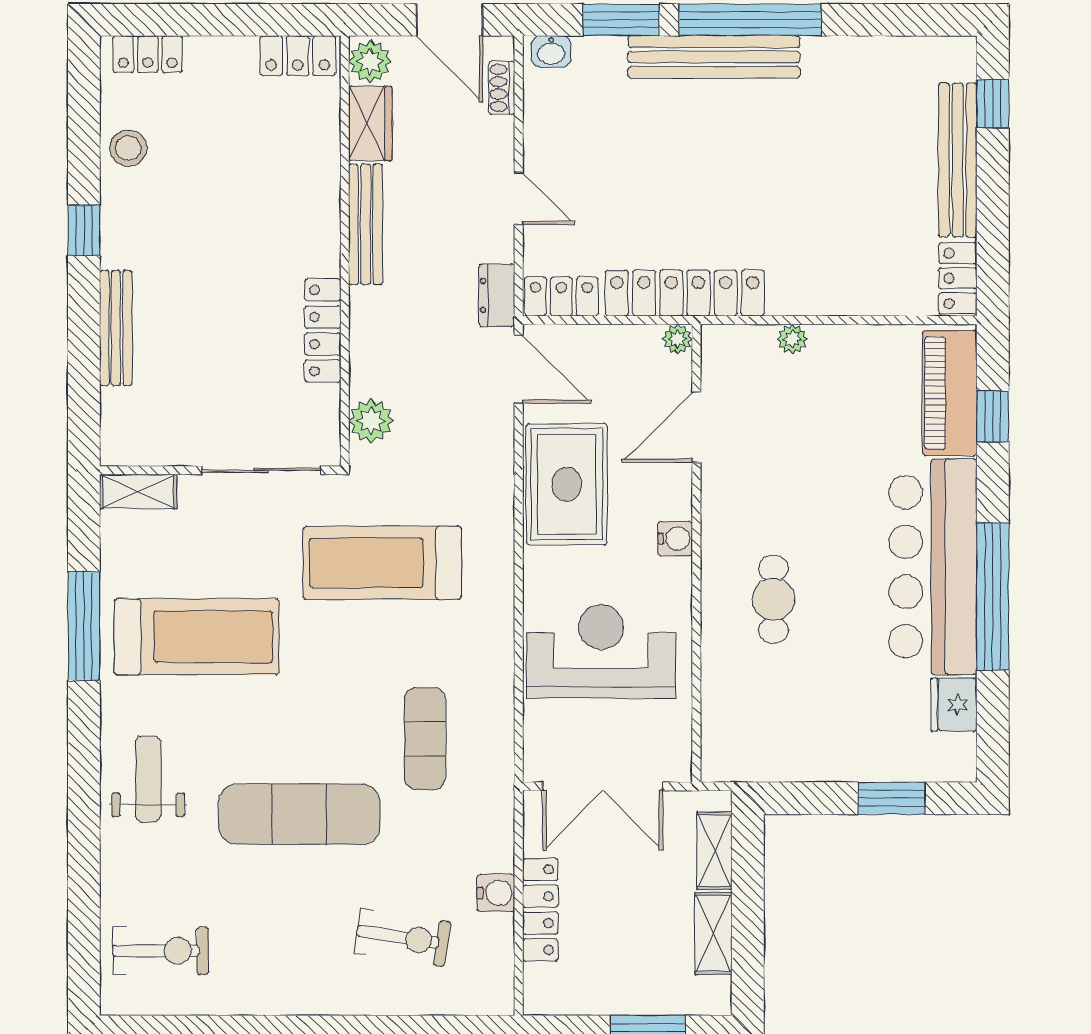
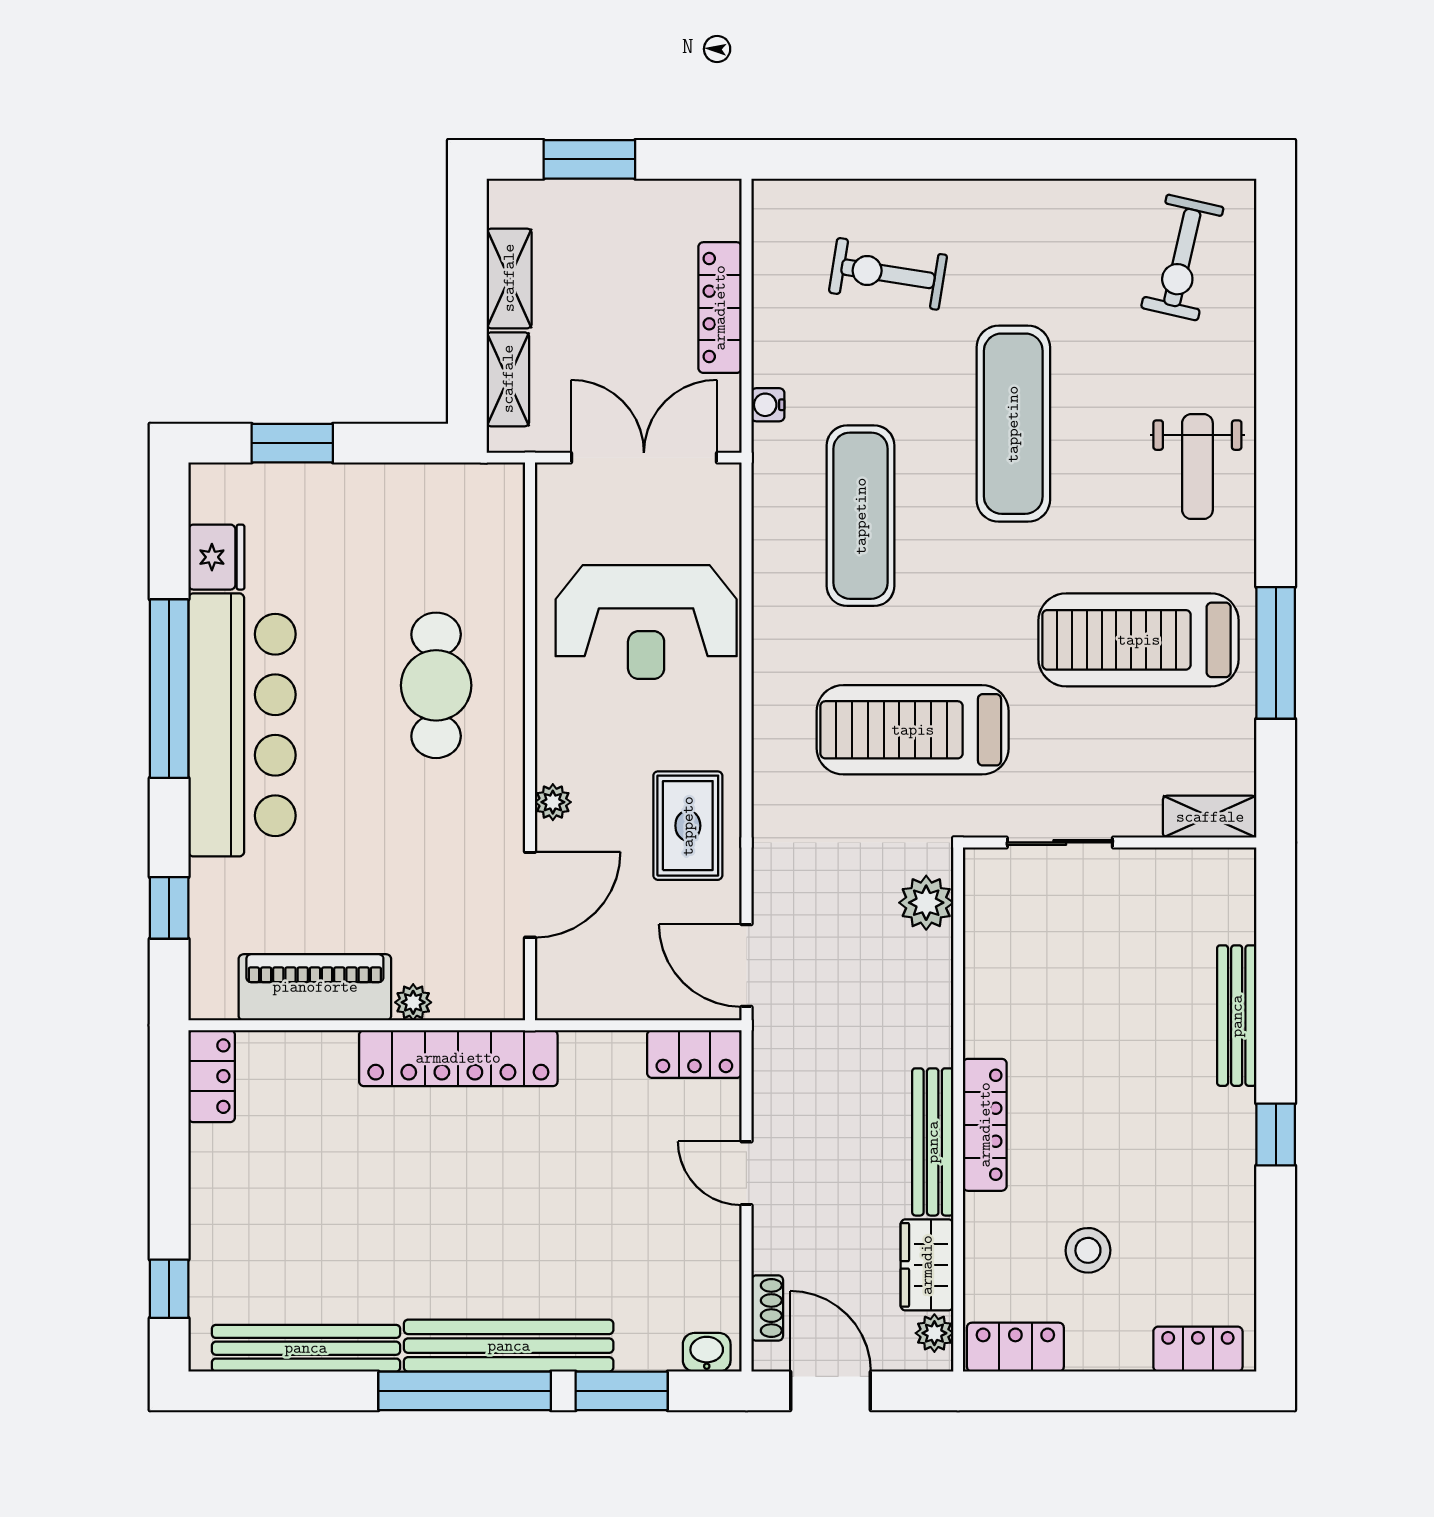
plant: (370, 61) -> (934, 1333), width x0.73, depth x0.73
stool: (128, 148) -> (1088, 1250), moved
bench: (958, 160) -> (306, 1348), moved, turned 90
locker: (685, 293) -> (458, 1058), moved
dresser: (497, 295) -> (773, 1055), removed
locker: (323, 331) -> (985, 1125), moved
plant: (678, 339) -> (553, 802), moved
piano: (950, 393) -> (315, 987), moved, turned -90
sliding door: (261, 470) -> (1060, 842), width x0.73
rug: (567, 484) -> (688, 826), width x0.73, depth x0.70
water cooler: (675, 539) -> (556, 759), removed
treadmill: (382, 563) -> (913, 730), turned 180
cafe table: (773, 599) -> (436, 685), width x1.37, depth x1.35
exercise mat: (425, 739) -> (861, 516), width x1.36, depth x1.45
exercise mat: (299, 814) -> (1013, 424), turned 90
water cooler: (496, 893) -> (768, 405), moved, width x0.72, depth x0.72
exercise bike: (161, 951) -> (1182, 258), turned -77

